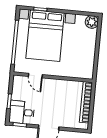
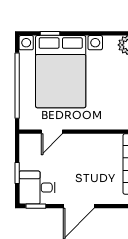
door: (35, 76) -> (52, 132), hinge flipped

